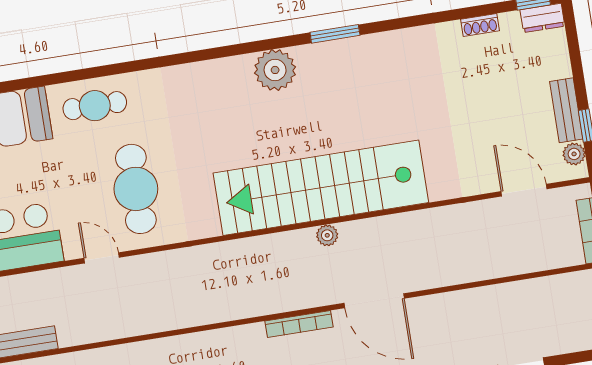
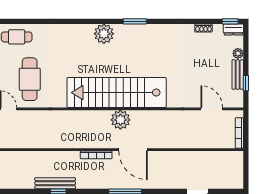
plant: (574, 154) -> (238, 53), moved
plant: (327, 235) -> (120, 120), width x1.87, depth x1.87

